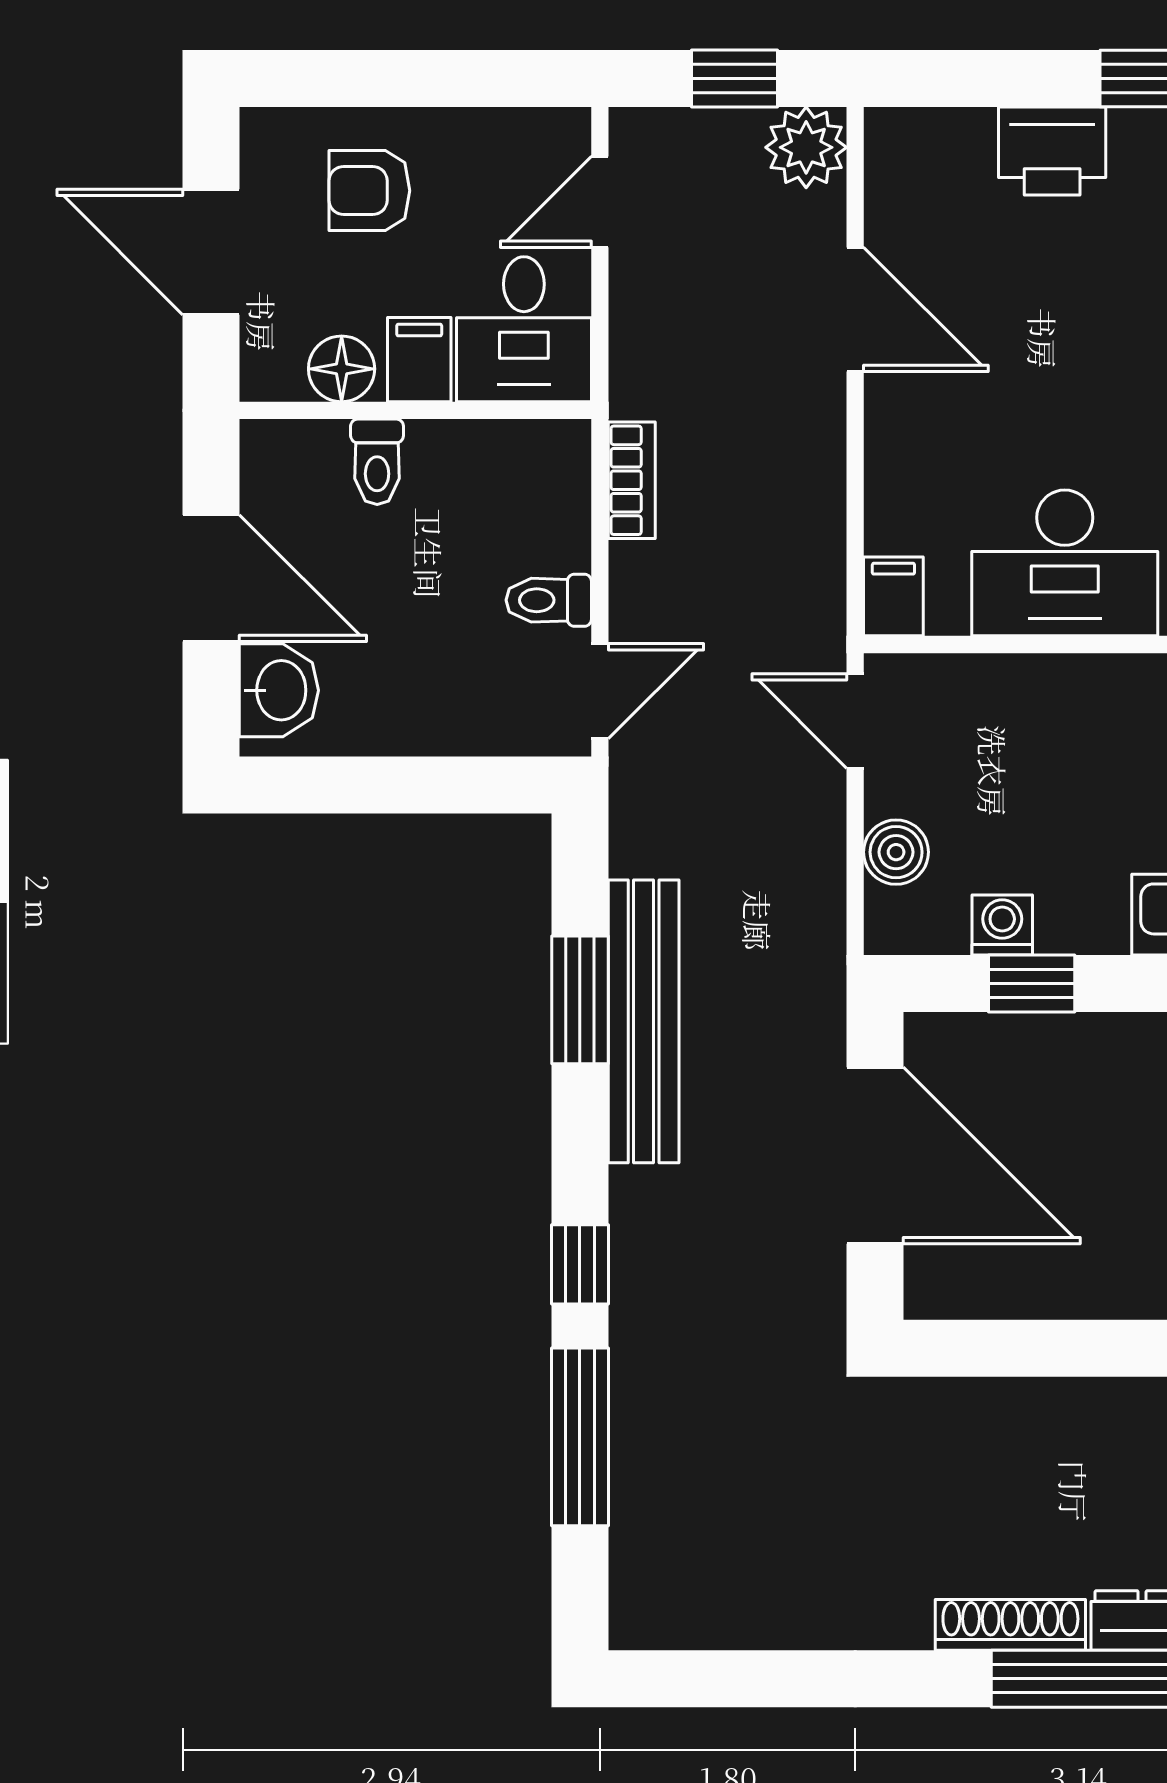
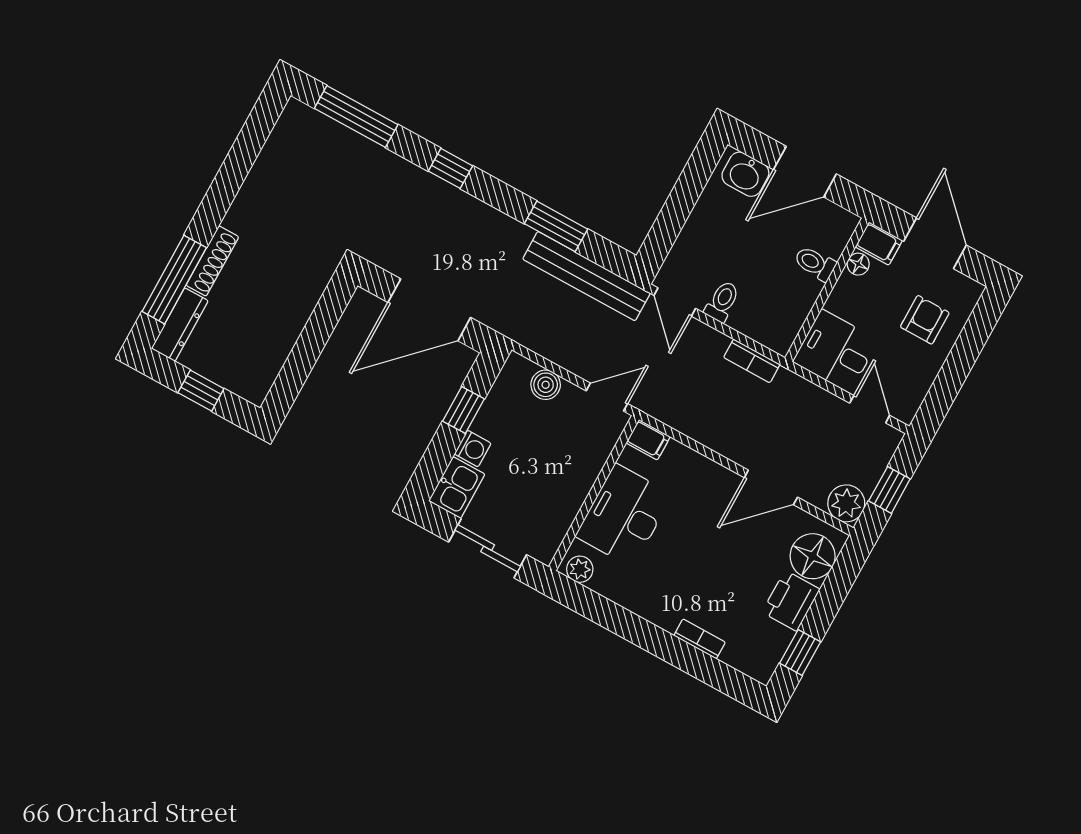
floor lamp: (944, 156) -> (813, 556), added
door: (211, 252) -> (935, 243), hinge flipped
filing cabinet: (419, 360) -> (879, 244), moved
floor lamp: (342, 369) -> (858, 264), width x0.73, depth x0.73
washing machine: (1002, 925) -> (473, 449), moved
bench: (644, 1021) -> (586, 276), moved
window: (580, 1437) -> (356, 117), moved

